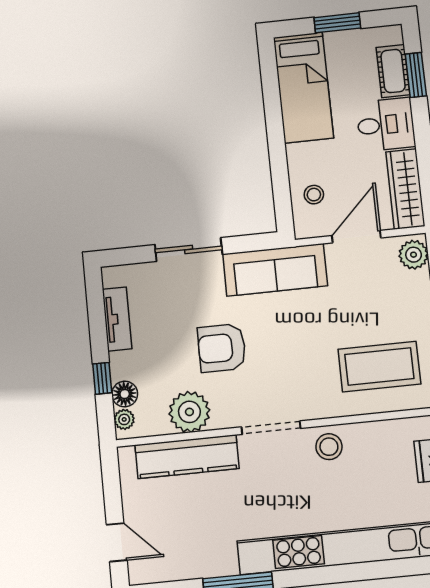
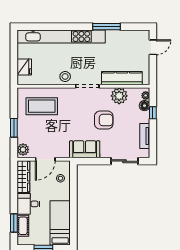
sliding door: (189, 249) -> (125, 161), moved
sofa: (275, 270) -> (85, 149), width x0.73
door: (117, 542) -> (153, 47), swing flipped

